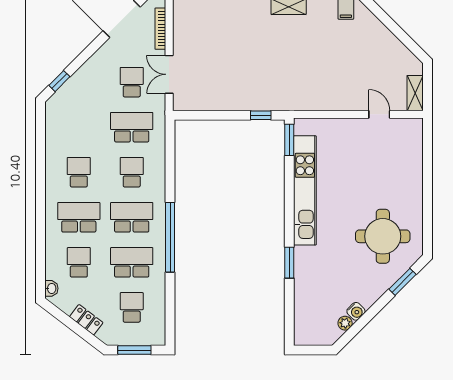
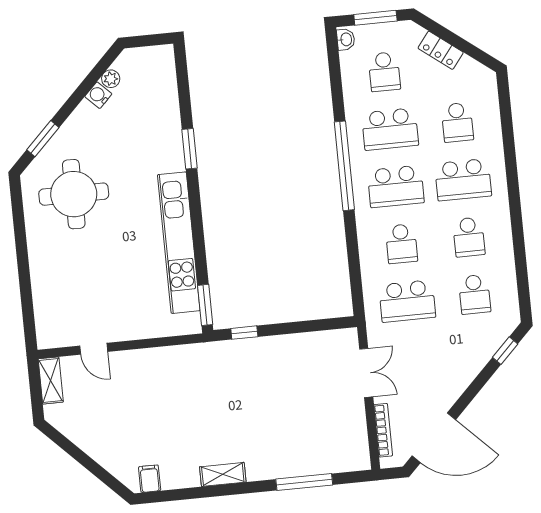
school desk: (132, 82) -> (475, 294), moved
washbasin: (51, 288) -> (346, 39), moved, turned 180

